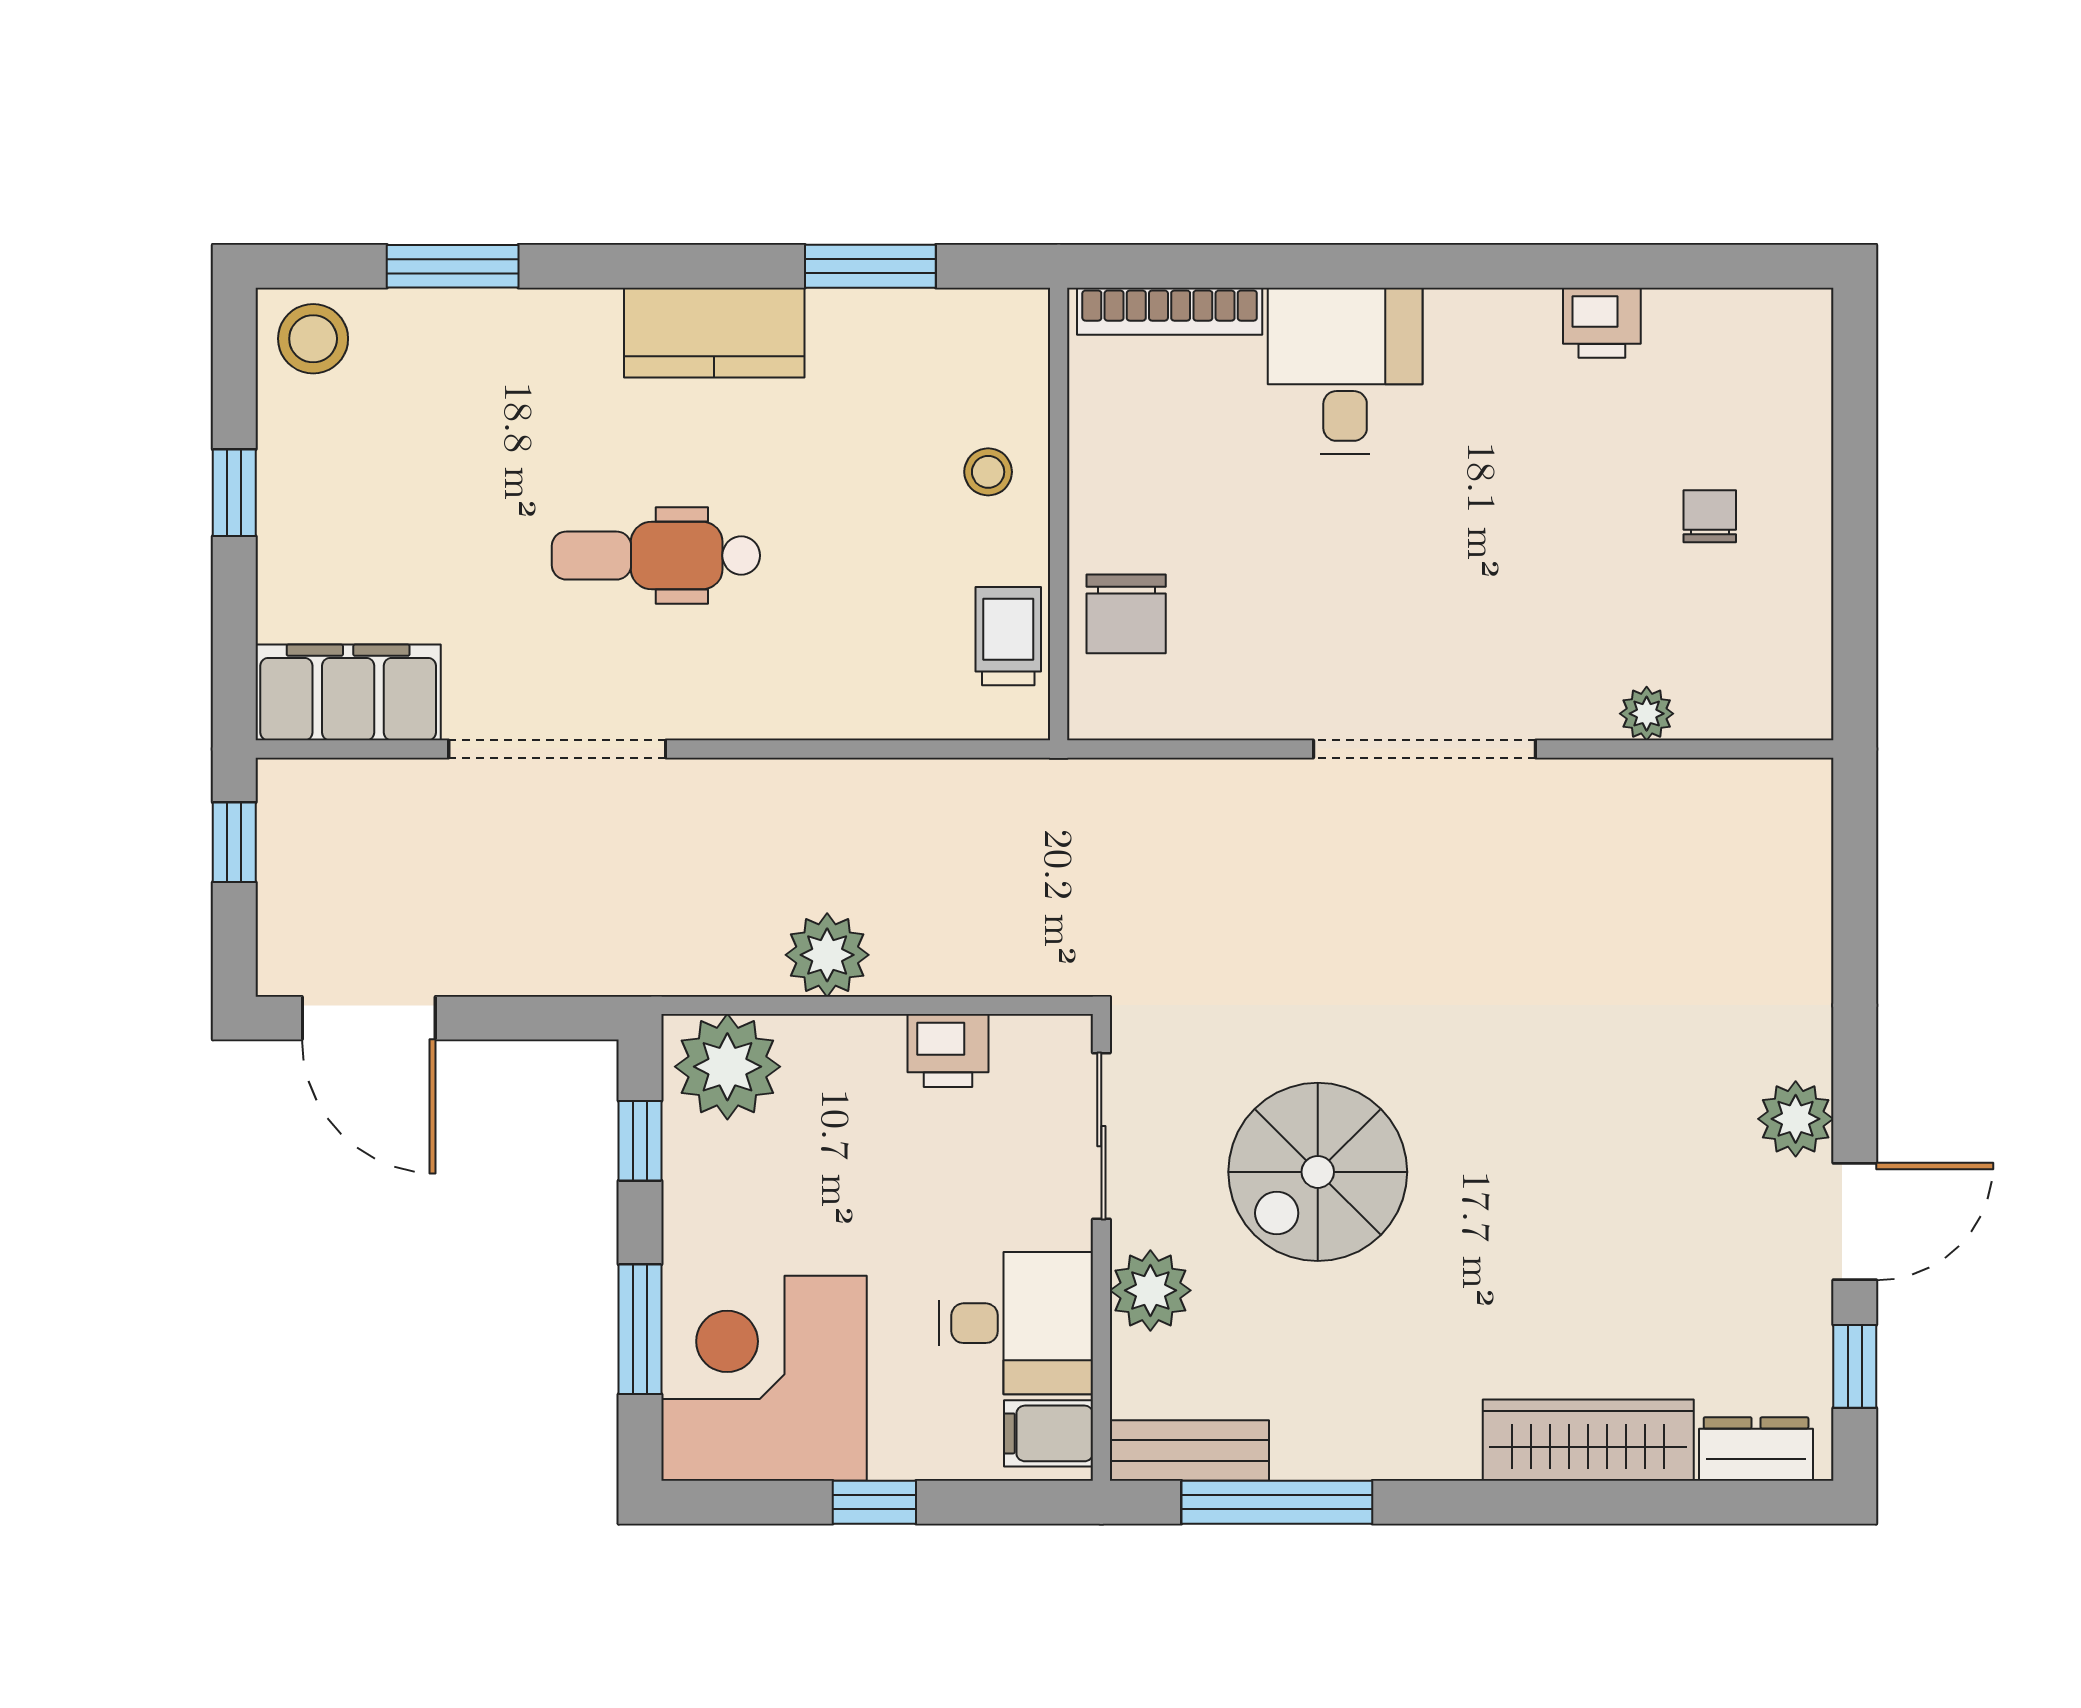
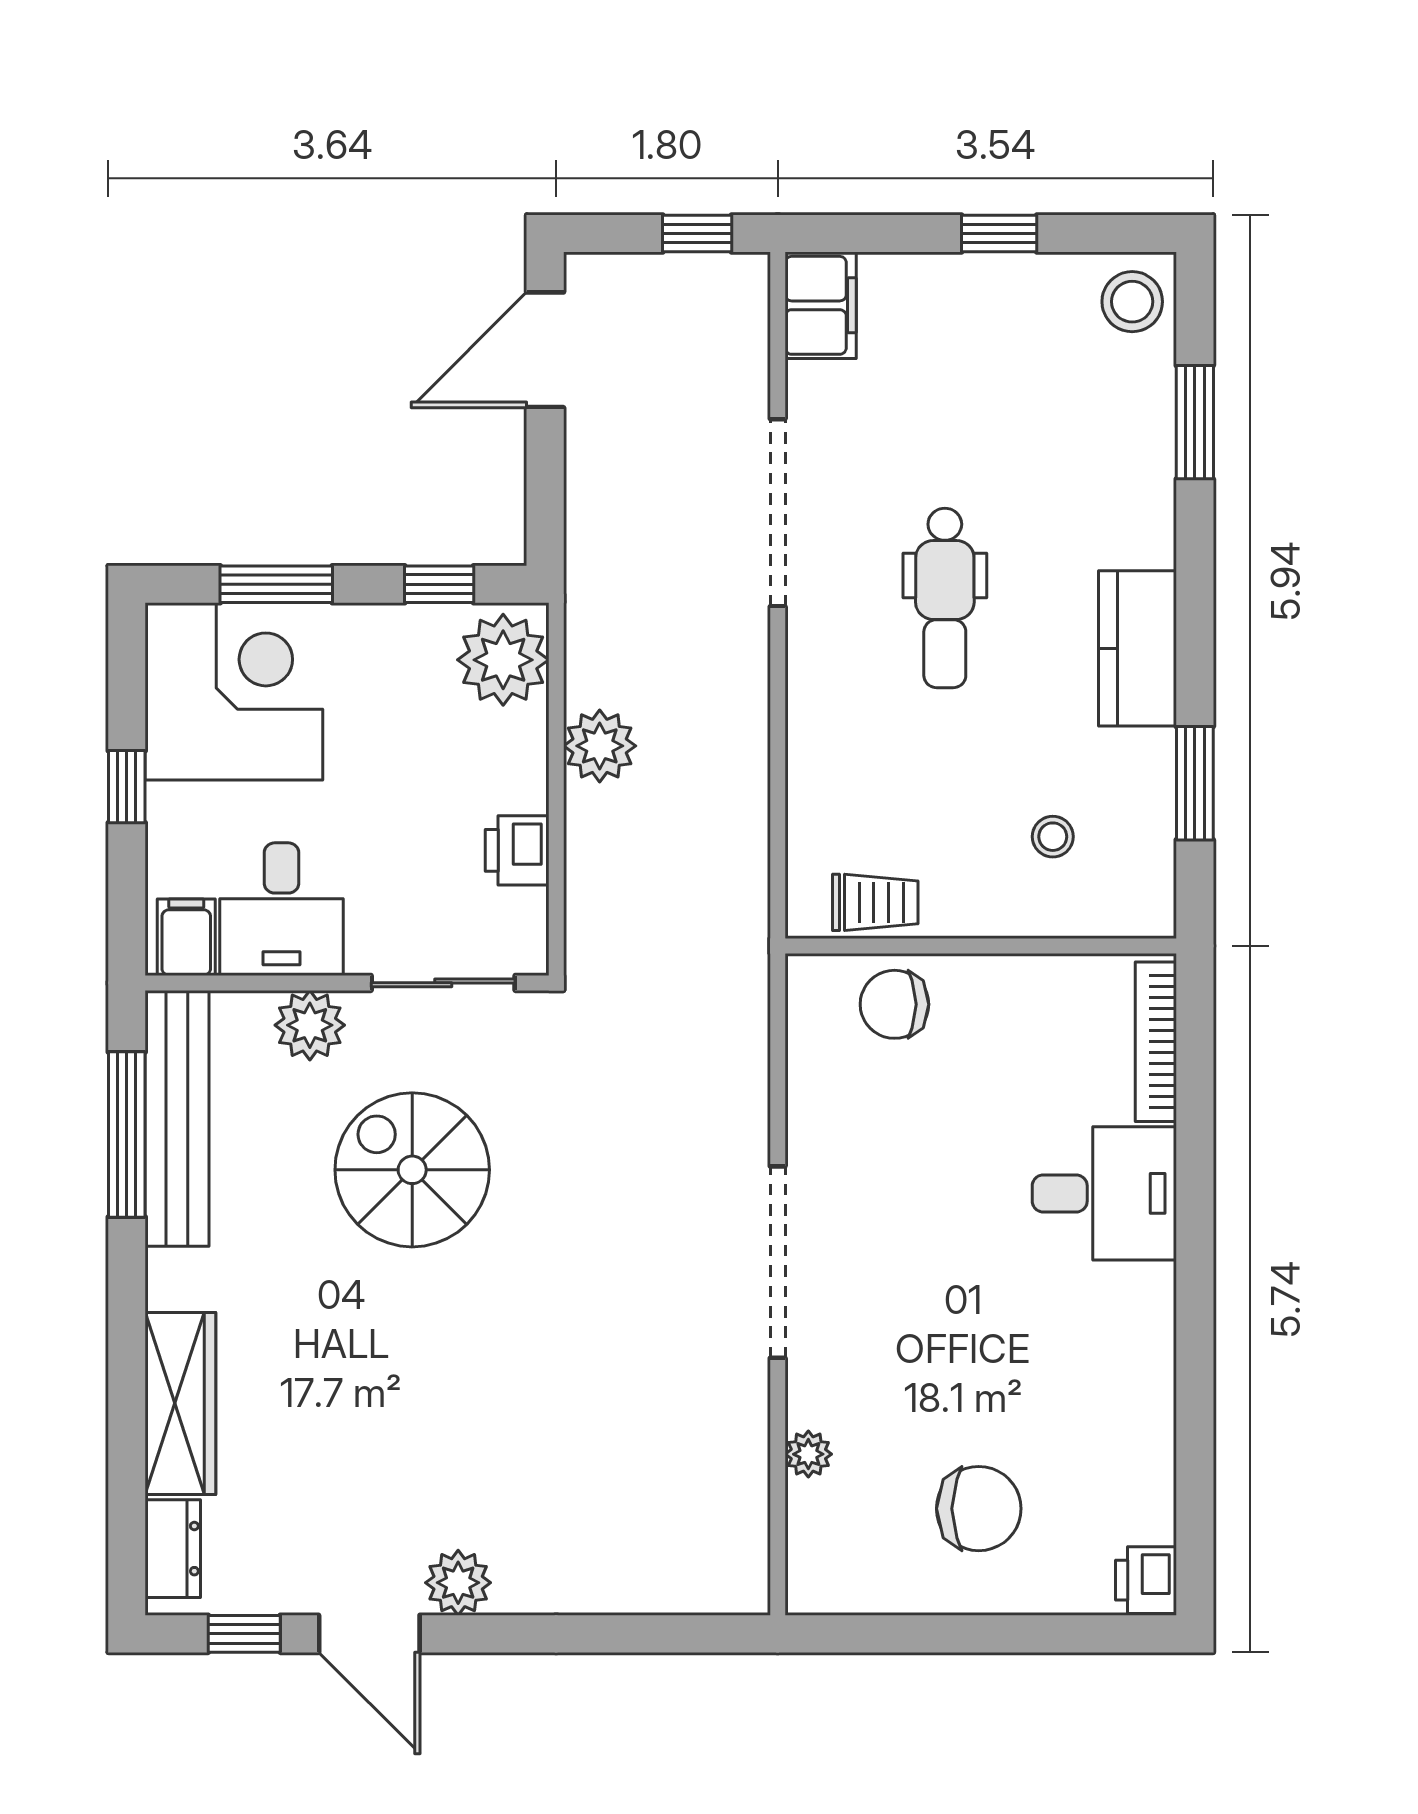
printer: (1602, 323) -> (1146, 1580), moved
stool: (988, 472) -> (1053, 837), moved
chair: (1710, 516) -> (979, 1509), width x1.87, depth x1.87
dental chair: (656, 556) -> (945, 598), turned 180
filing cabinet: (348, 692) -> (821, 305), width x0.67, depth x0.86
bench: (1189, 1451) -> (177, 1118), width x1.86, depth x1.21

